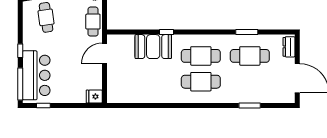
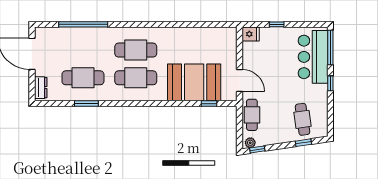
window: (166, 32) -> (209, 104), moved
booth: (153, 47) -> (194, 82), width x1.36, depth x1.42
door: (104, 53) -> (240, 80), hinge flipped
window: (43, 106) -> (277, 24), moved
window: (250, 106) -> (83, 24), width x2.11

